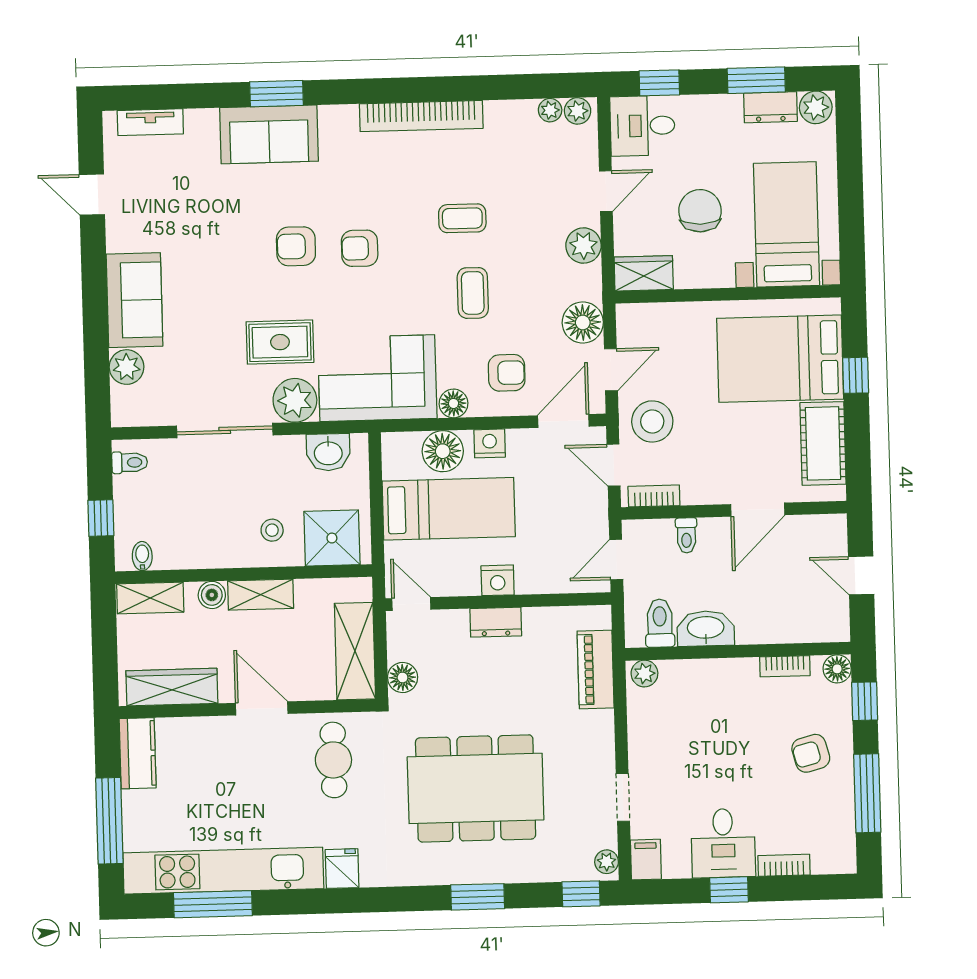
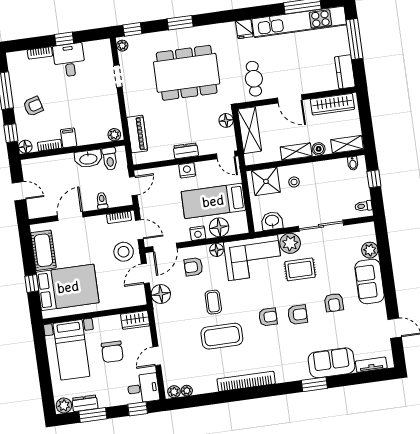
sofa: (269, 134) -> (332, 363), moved
coffee table: (462, 218) -> (222, 336), width x1.86, depth x1.72
plant: (583, 246) -> (164, 330), removed
armchair: (215, 263) -> (334, 303), added
filing cabinet: (646, 860) -> (69, 138), moved, turned 180

